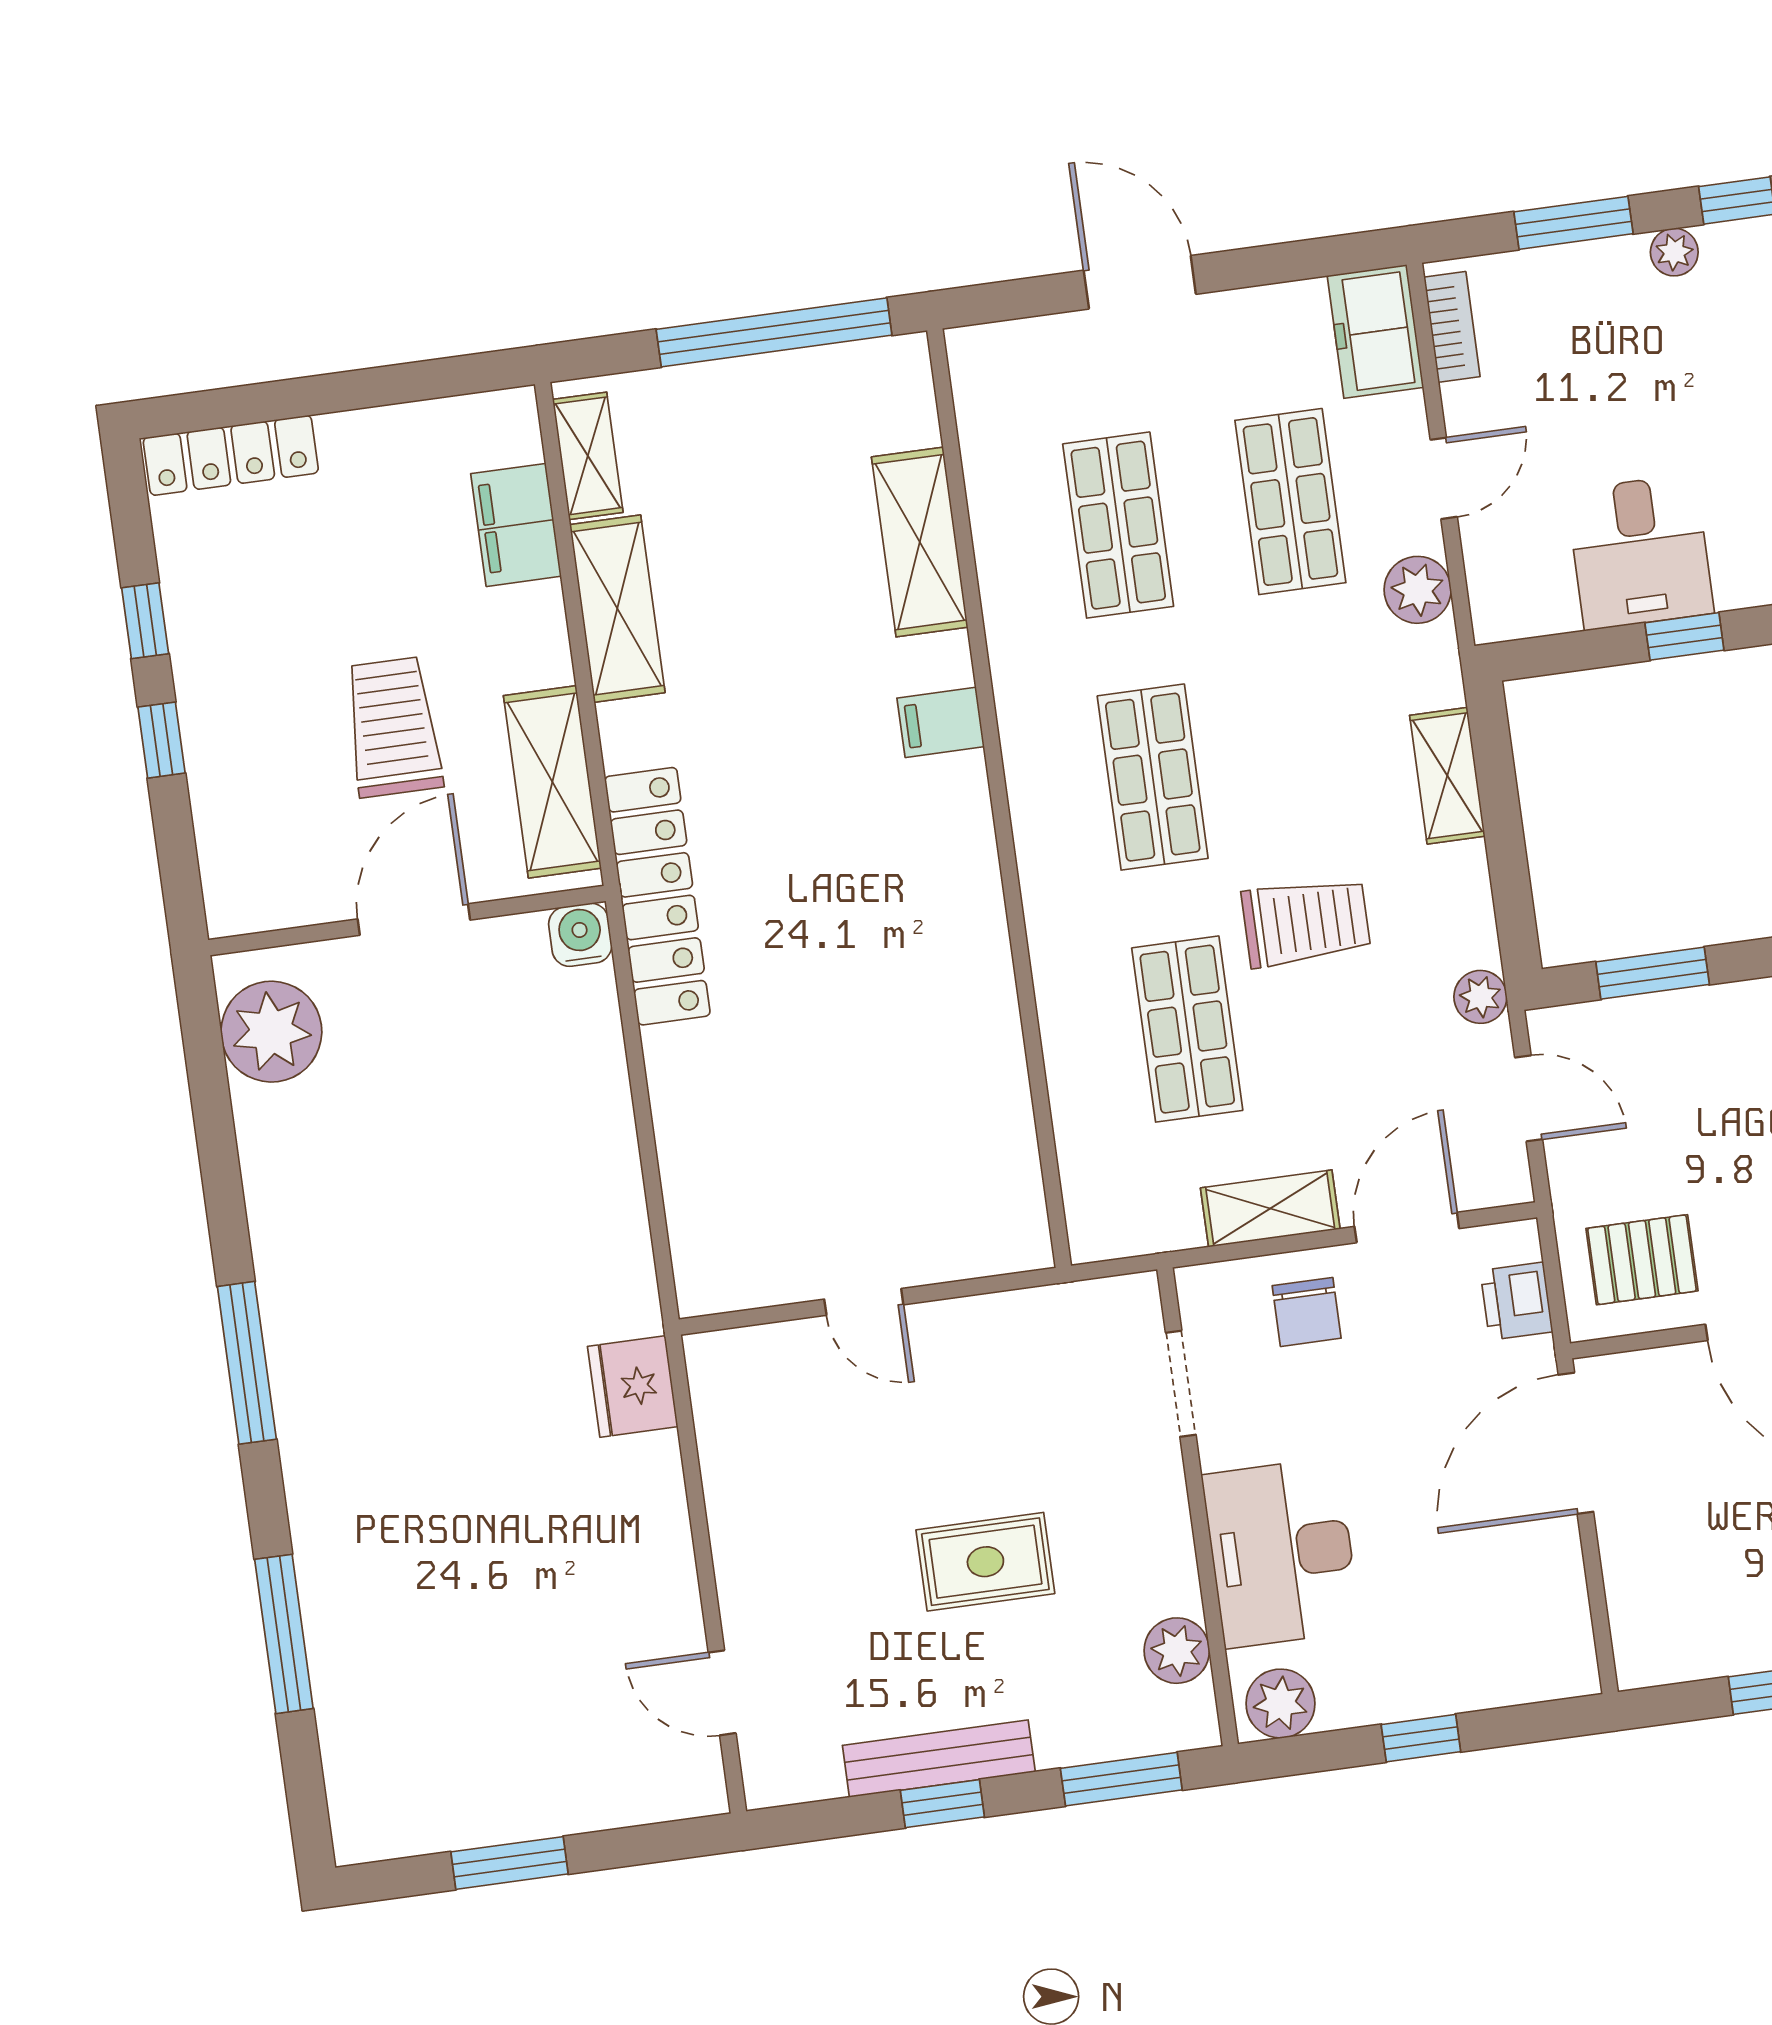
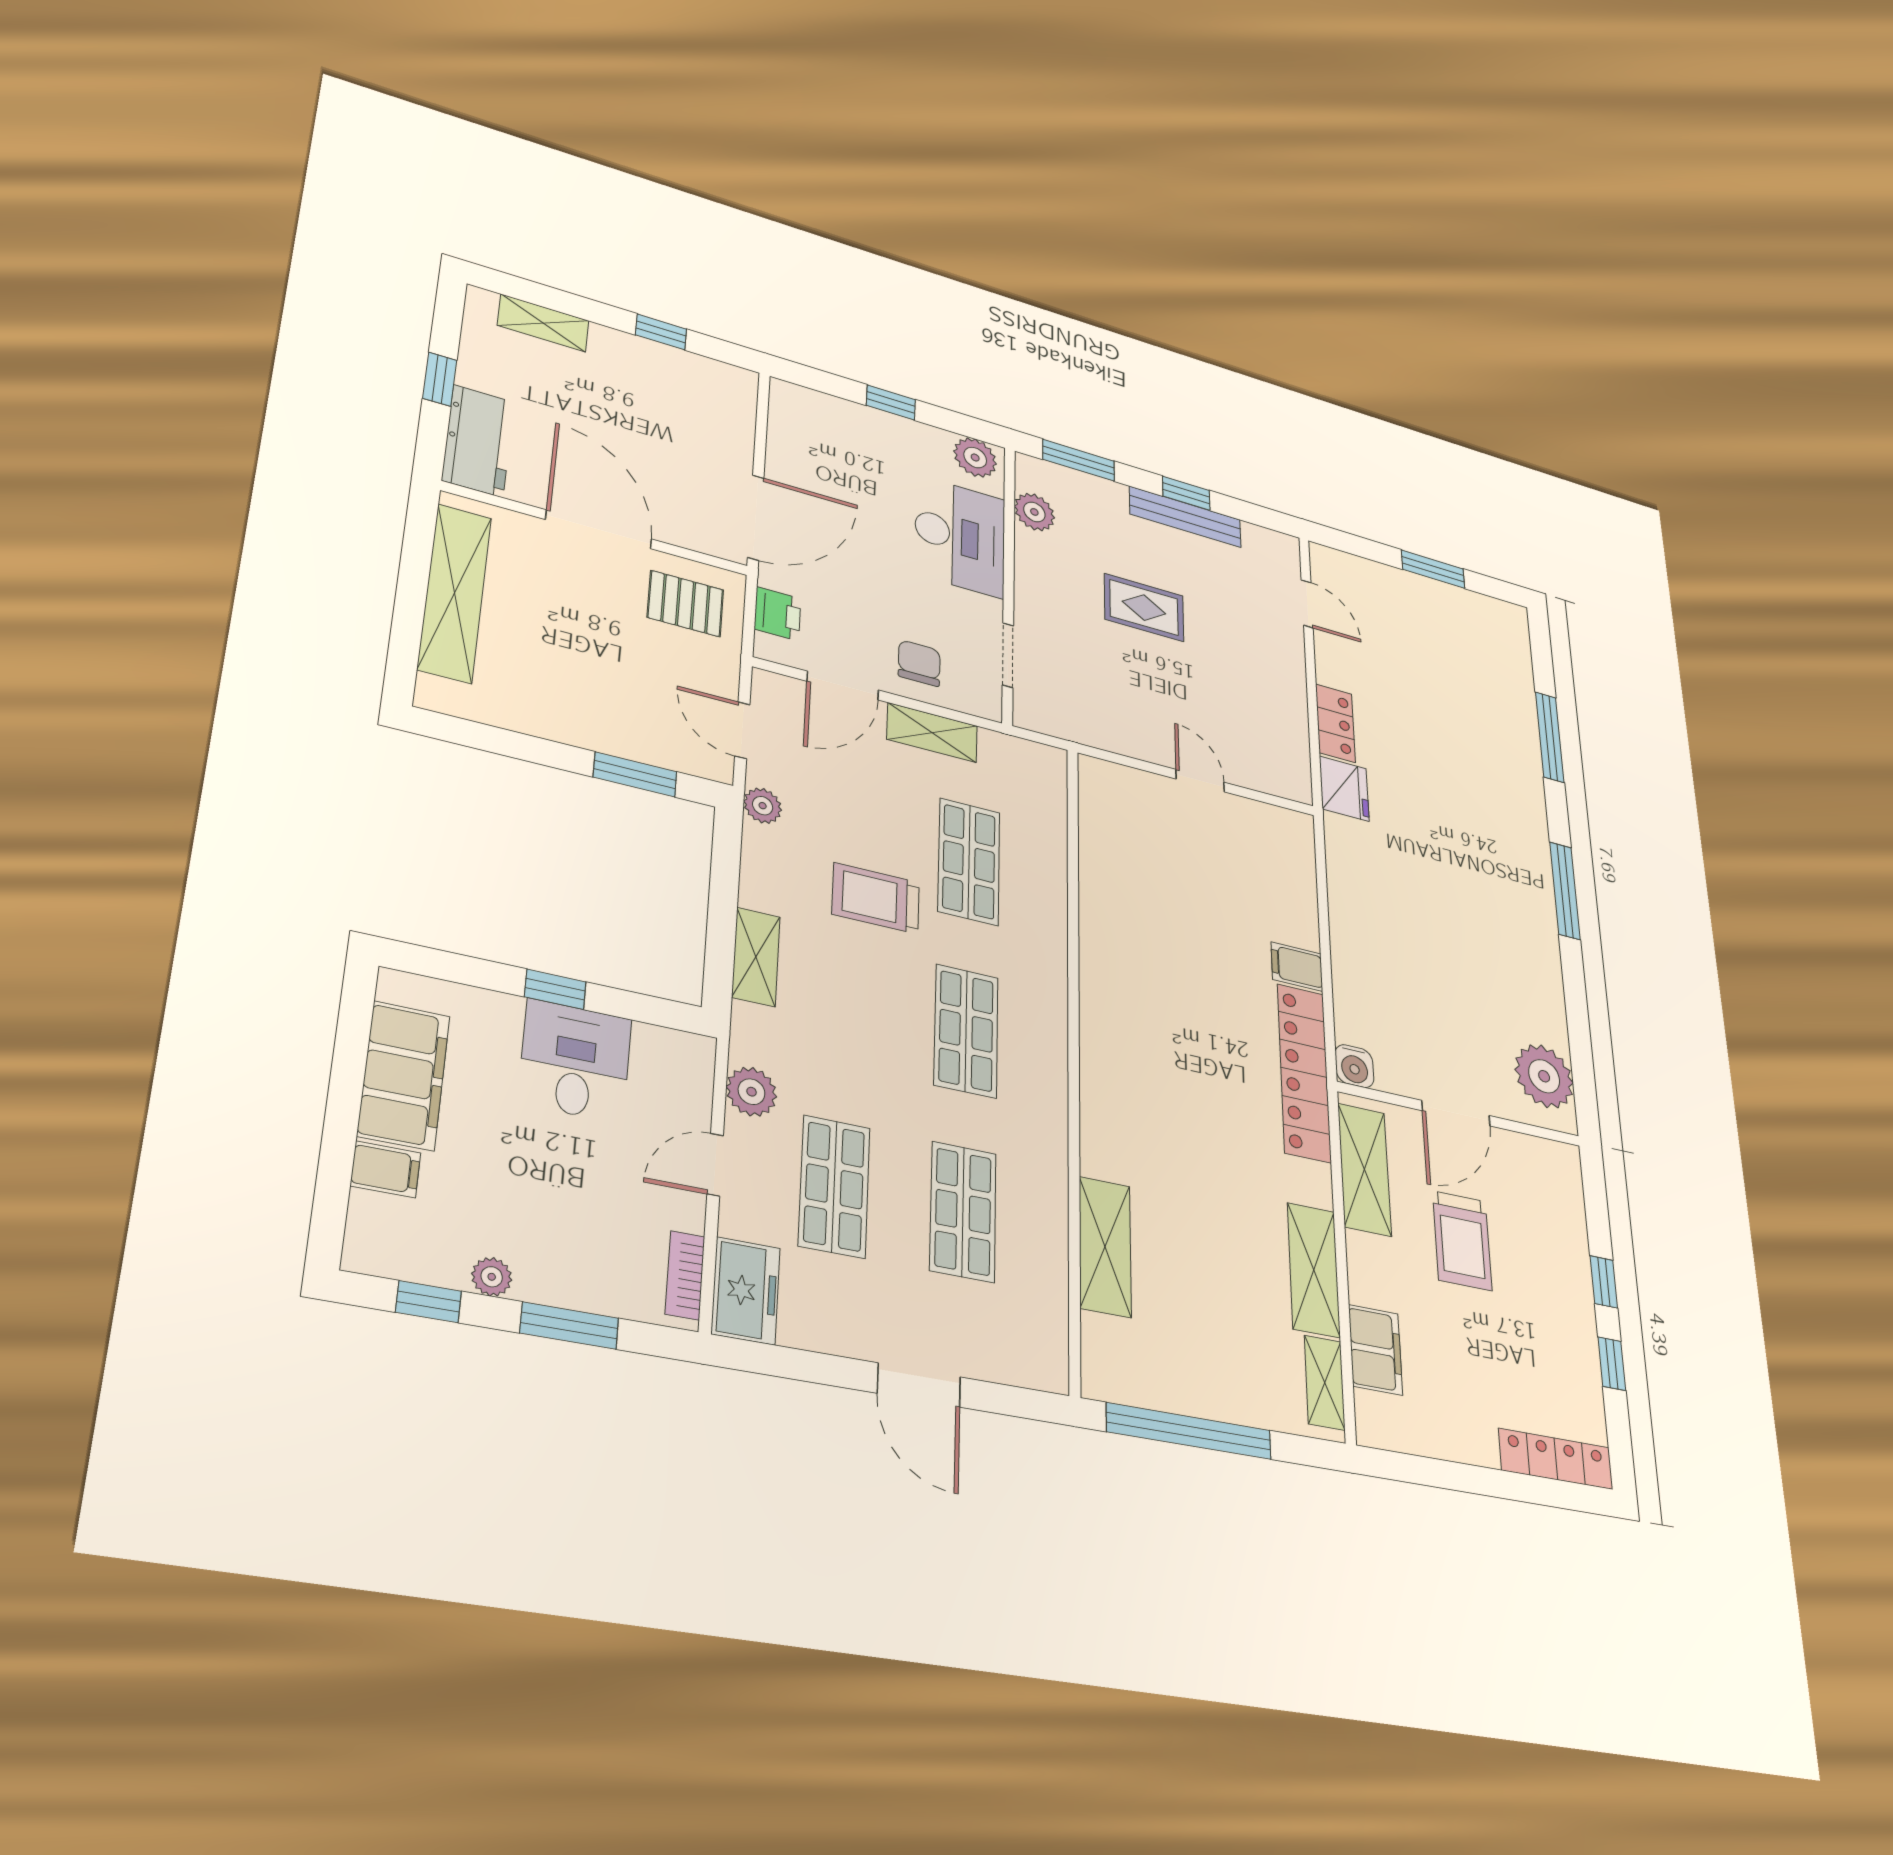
filing cabinet: (941, 722) -> (1297, 967), moved, turned 180
locker: (656, 1496) -> (1335, 723), added

